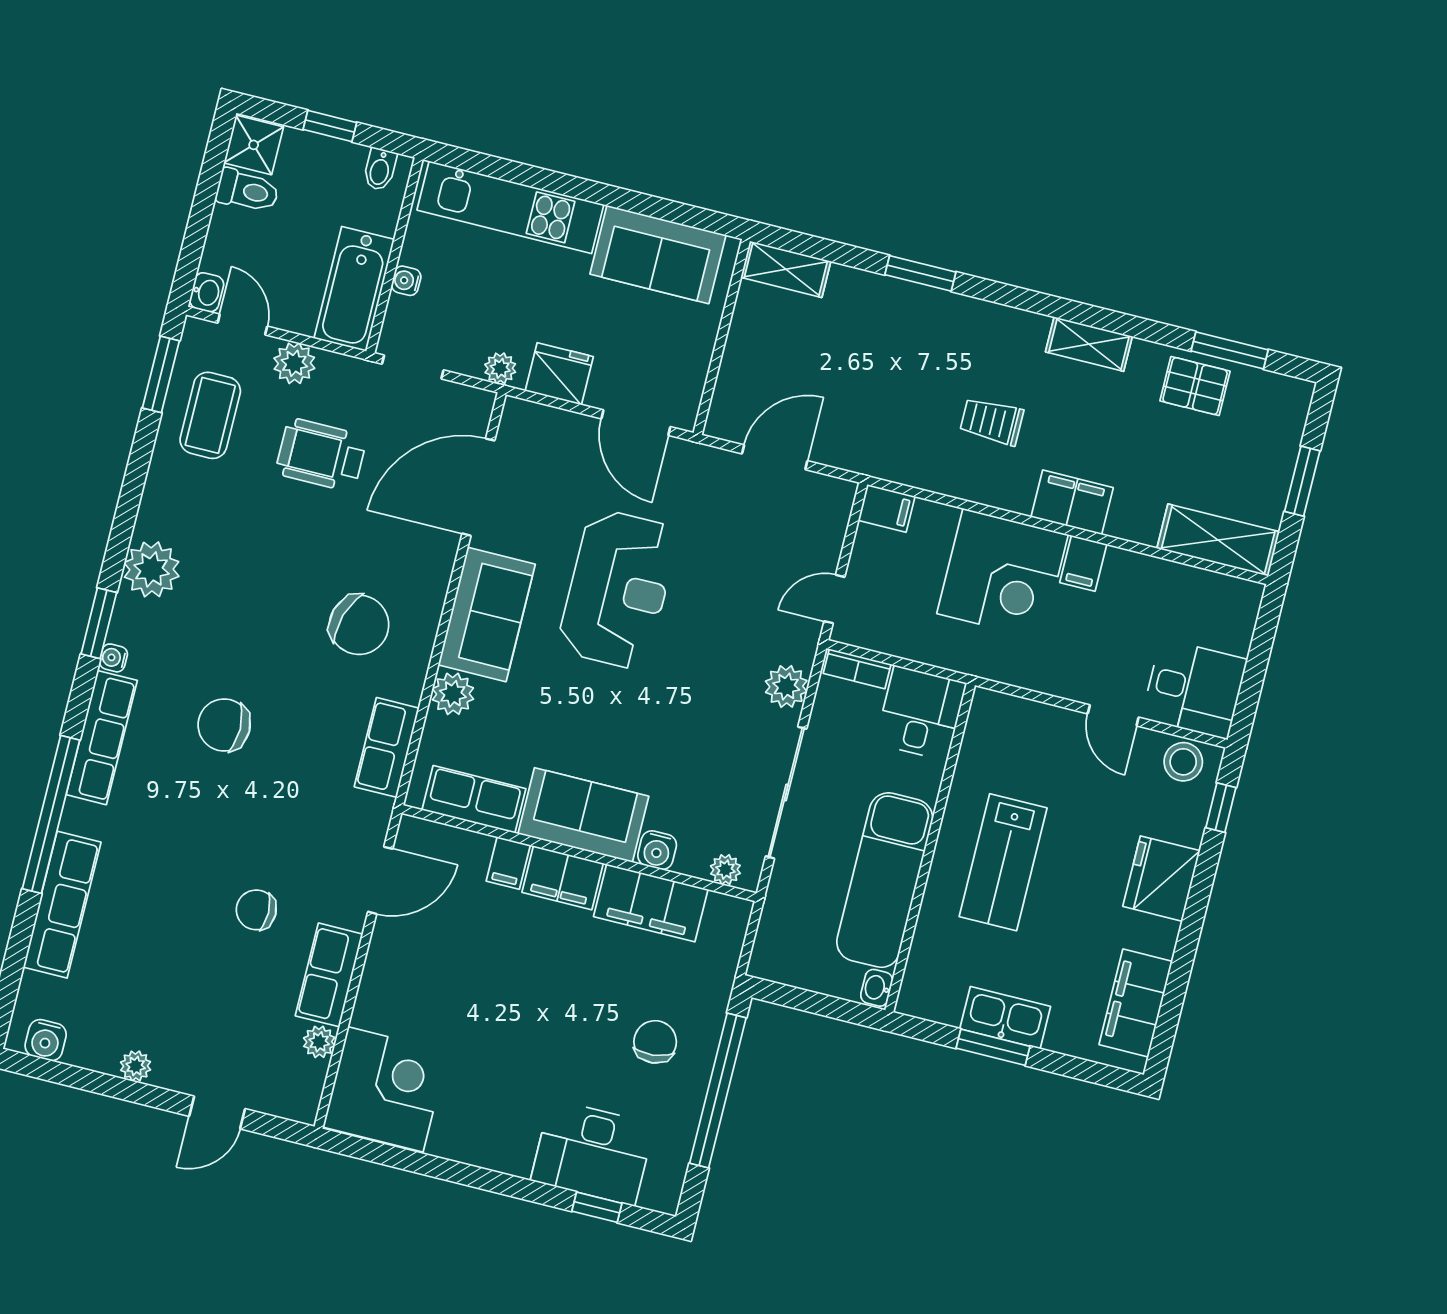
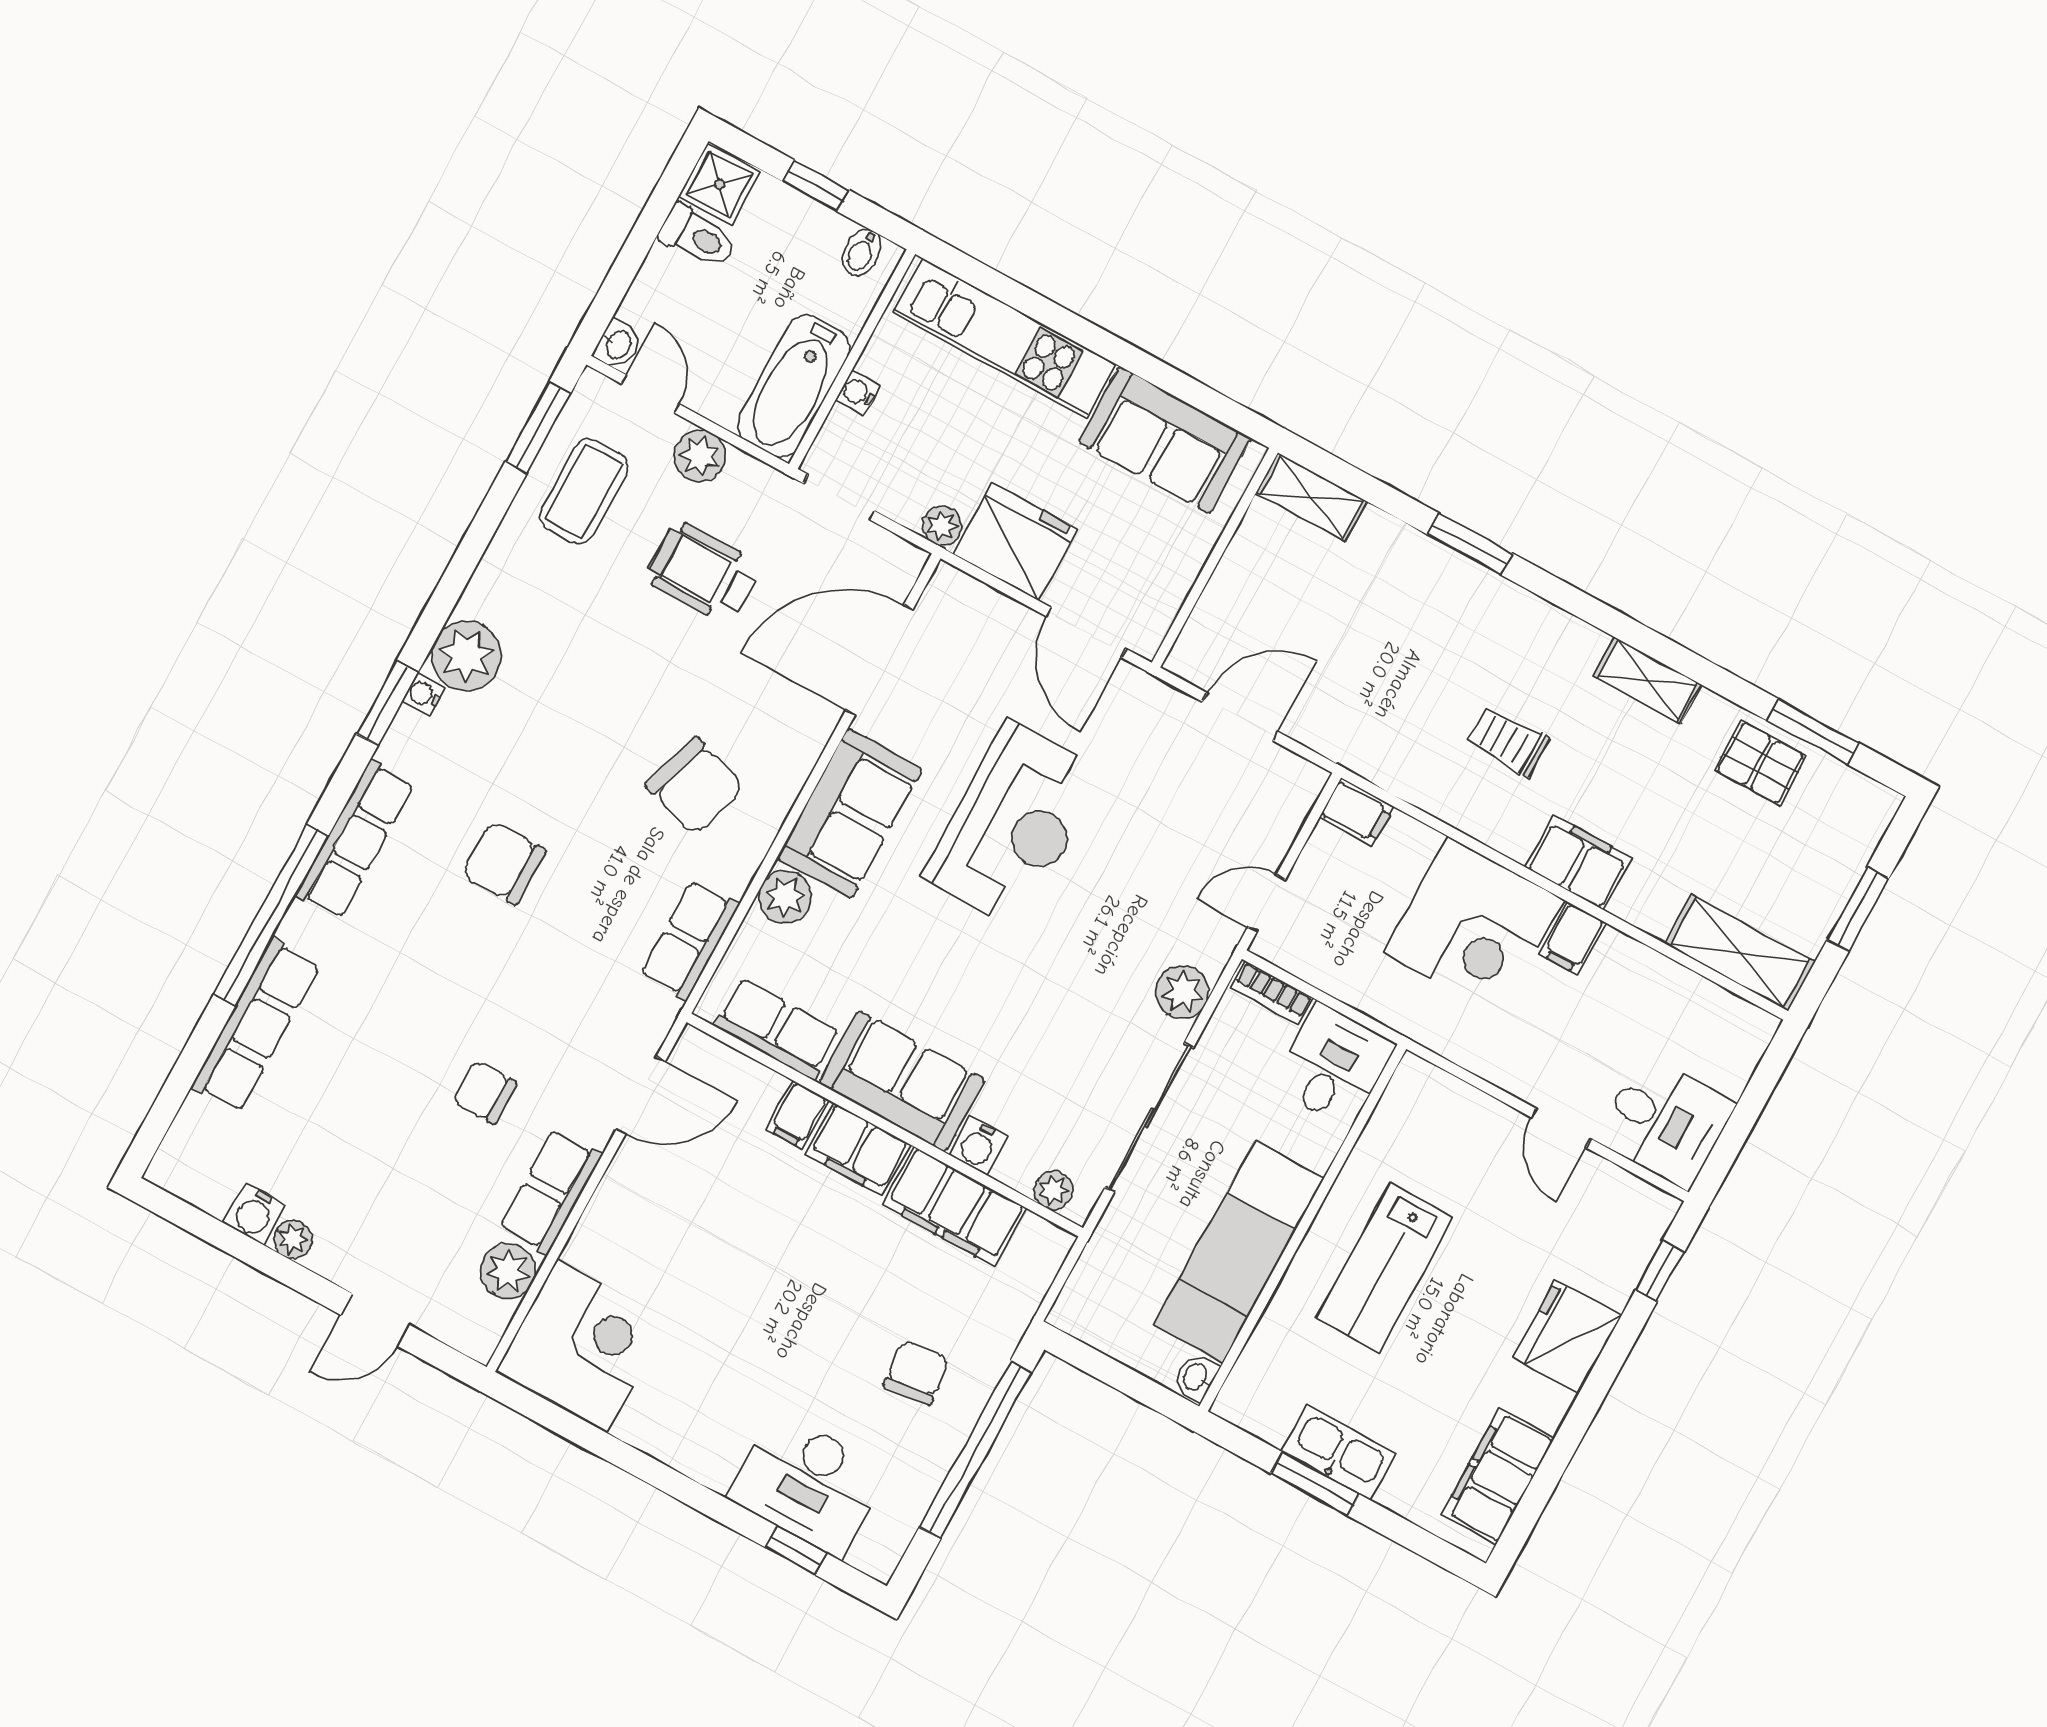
fridge: (559, 374) -> (1015, 542), width x1.36, depth x1.34
water cooler: (113, 658) -> (424, 694), moved
stool: (1183, 762) -> (1629, 1205), removed
water cooler: (46, 1040) -> (255, 1214), moved
plant: (319, 1042) -> (508, 1271), width x1.38, depth x1.38

